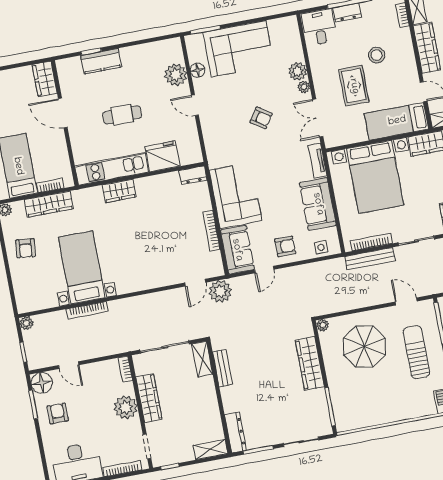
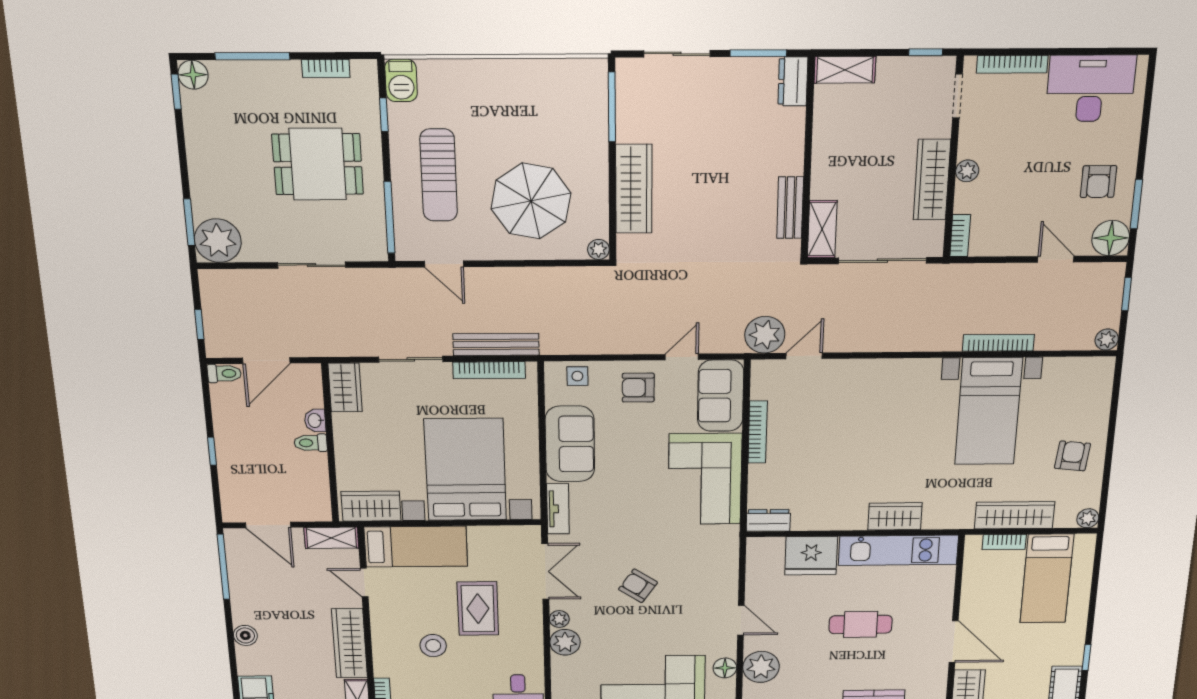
plant: (126, 407) -> (967, 171), width x0.53, depth x0.53
dresser: (235, 432) -> (793, 81), width x0.70

